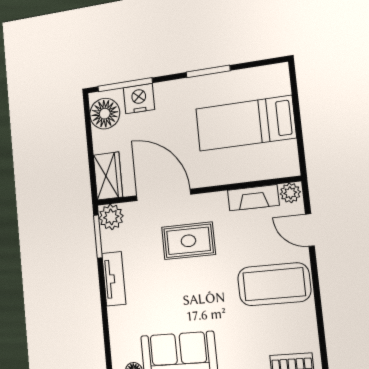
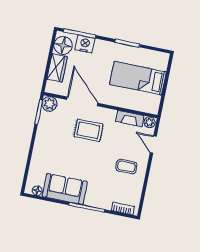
wardrobe: (108, 176) -> (57, 68), moved
tv unit: (114, 279) -> (41, 138), removed
coffee table: (274, 284) -> (126, 167), width x0.54, depth x0.58

